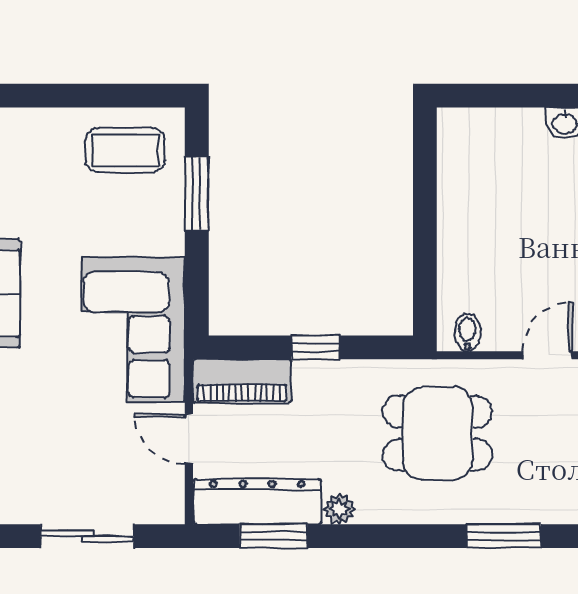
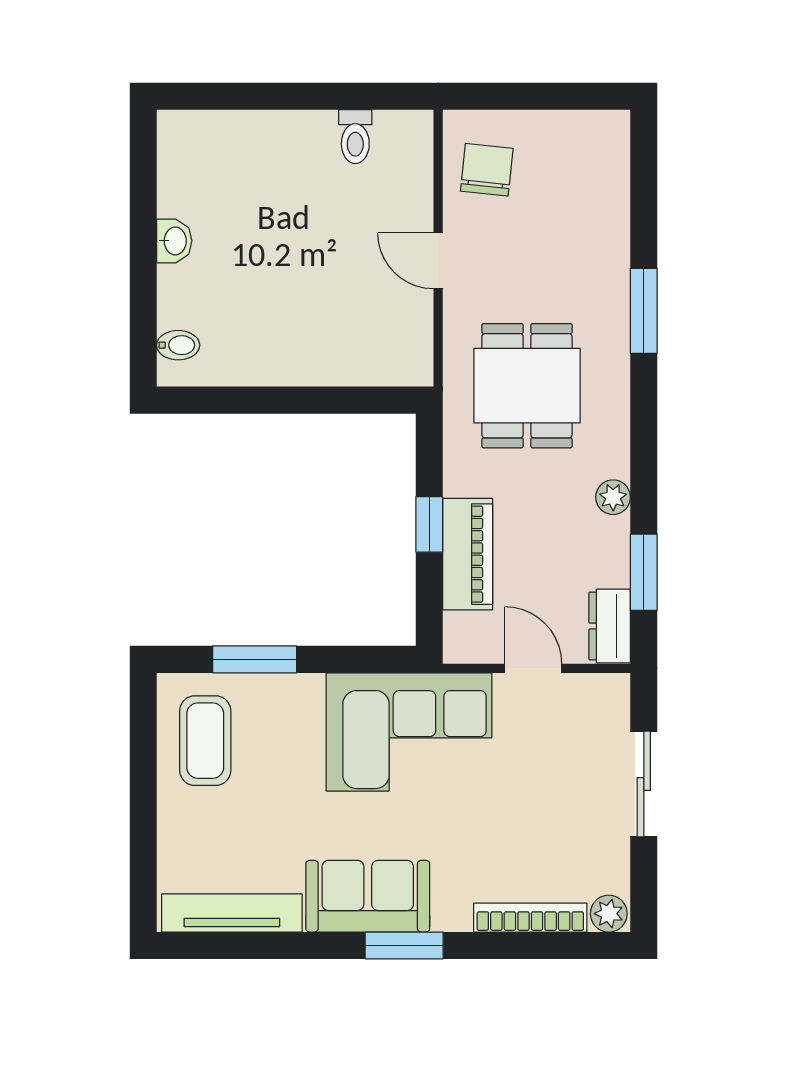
bidet: (467, 332) -> (178, 345), moved, turned 180
piano: (242, 381) -> (468, 554), moved
door: (189, 439) -> (533, 668), swing flipped
dresser: (257, 502) -> (610, 626), width x0.51, depth x0.80

